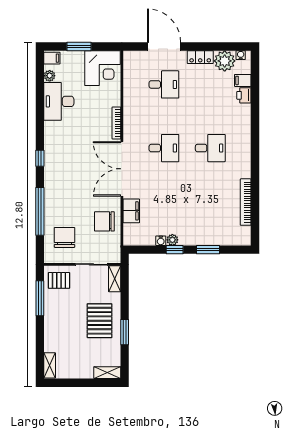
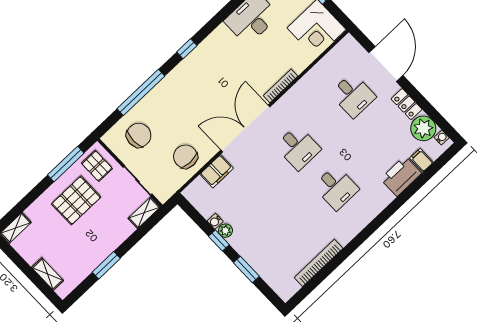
printer: (244, 95) -> (401, 176), width x1.87, depth x1.48
pallet: (100, 321) -> (76, 200), moved
shelving: (107, 373) -> (48, 274), moved

